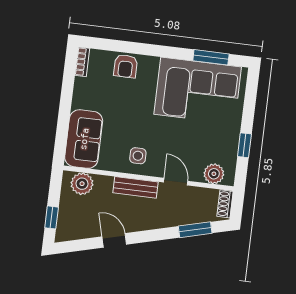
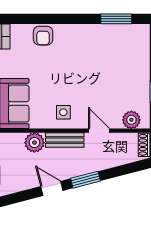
corner sofa: (198, 91) -> (108, 49), removed
plant: (82, 184) -> (34, 143), moved
window: (195, 230) -> (86, 180), moved

